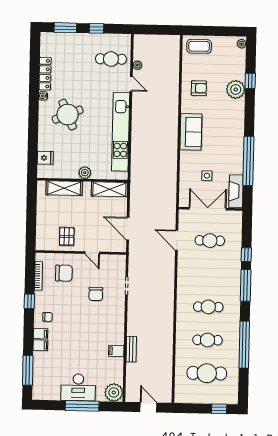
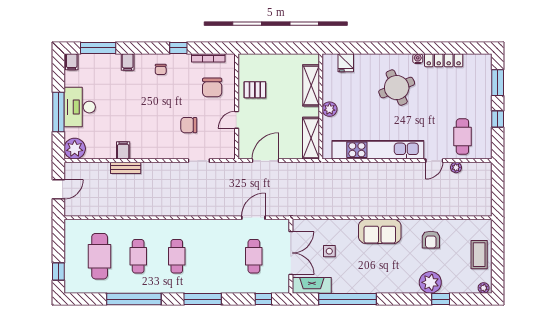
coffee table: (199, 46) -> (479, 255), moved
window: (246, 255) -> (263, 299), moved
filing cabinet: (40, 334) -> (72, 62), moved

